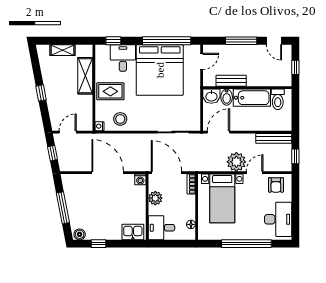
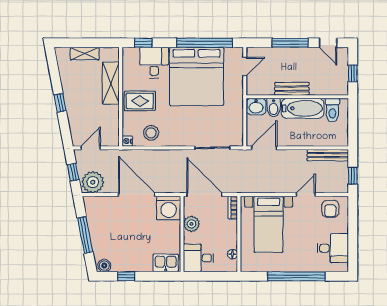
bench: (231, 81) -> (292, 89), moved
plant: (236, 162) -> (93, 182), moved
washing machine: (140, 179) -> (169, 208), width x1.89, depth x1.89
desk: (278, 219) -> (333, 248), width x0.73

